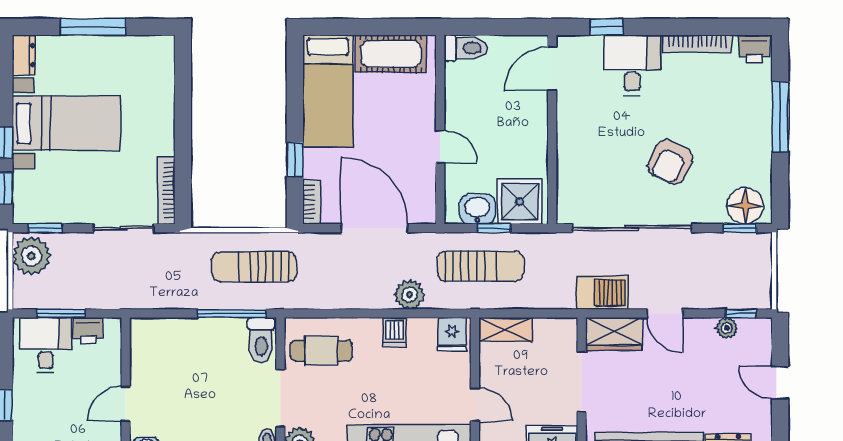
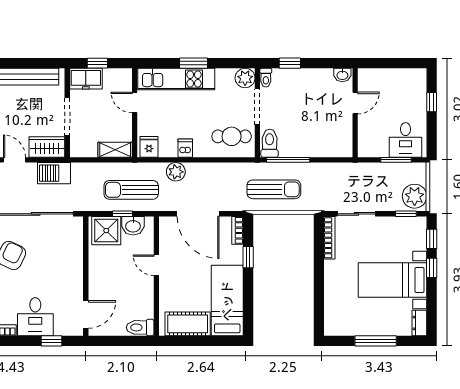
printer: (88, 331) -> (379, 149), removed

